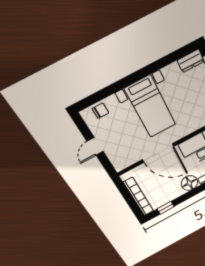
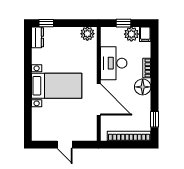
chair: (100, 111) -> (39, 125), removed
door: (158, 153) -> (99, 100), hinge flipped

